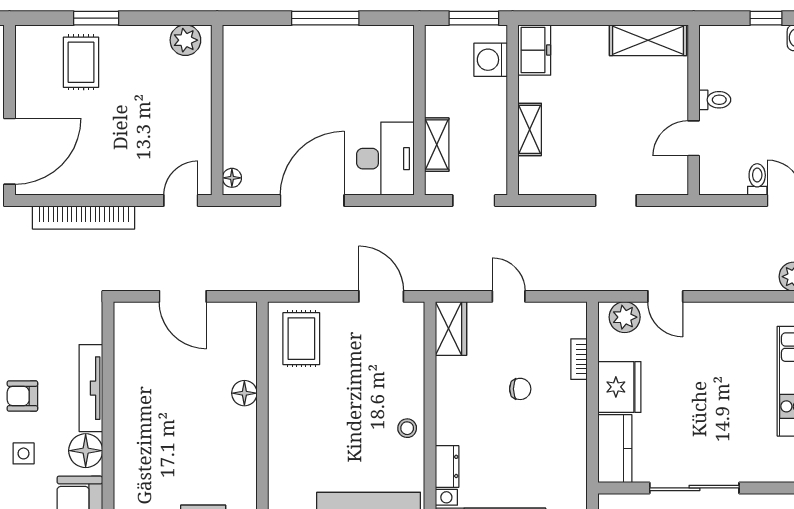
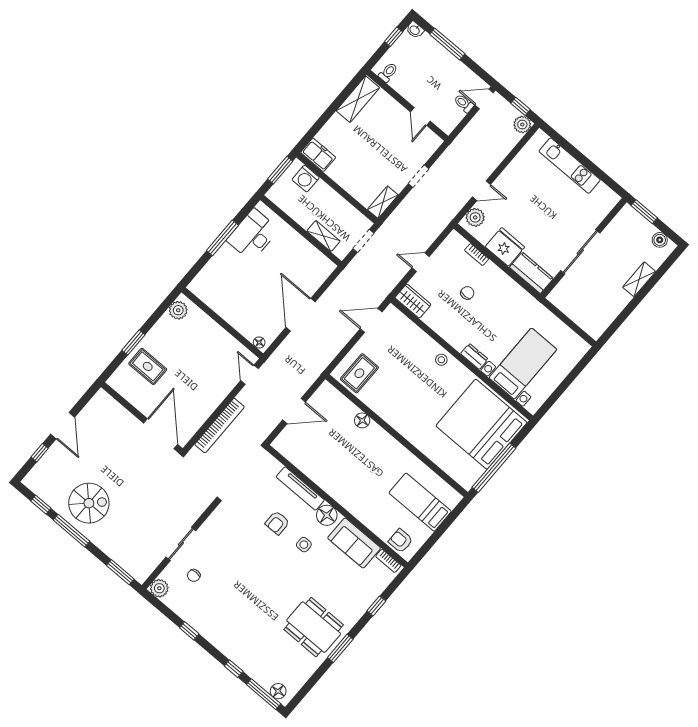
toilet: (715, 100) -> (388, 72), moved
shelving: (530, 129) -> (383, 202), moved, turned 90
desk: (385, 159) -> (253, 235), moved, turned -90
rug: (301, 339) -> (359, 373), turned 90

